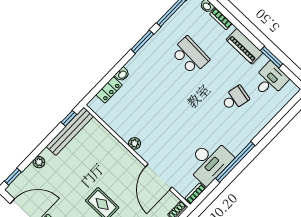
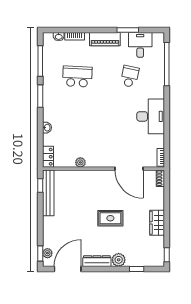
locker: (109, 90) -> (48, 157), moved
plant: (135, 143) -> (80, 162), moved
desk: (209, 161) -> (151, 116), moved
plant: (39, 162) -> (47, 253), moved
window: (235, 162) -> (167, 64), moved

